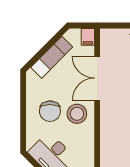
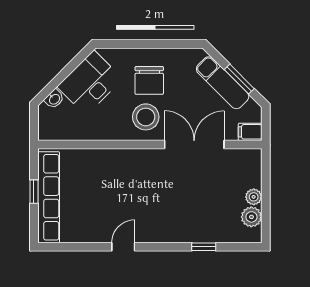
window: (49, 45) -> (239, 79), added
chair: (50, 111) -> (149, 80), turned -90

